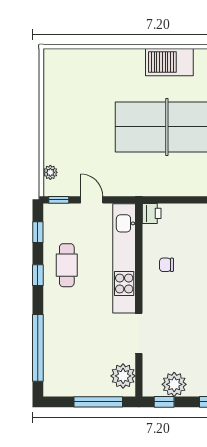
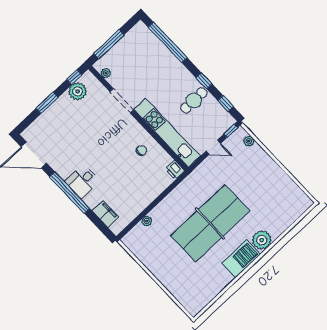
plant: (131, 61) -> (262, 240), added
cafe table: (67, 265) -> (194, 100), turned 90
plant: (123, 376) -> (106, 73), width x0.53, depth x0.53

